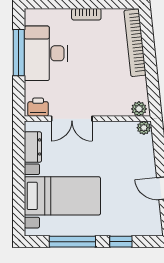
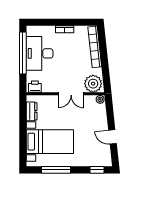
window: (19, 53) -> (23, 53), width x1.46
plant: (139, 109) -> (93, 84), width x1.88, depth x1.88
double door: (72, 119) -> (71, 94), moved
window: (121, 242) -> (97, 170), moved

